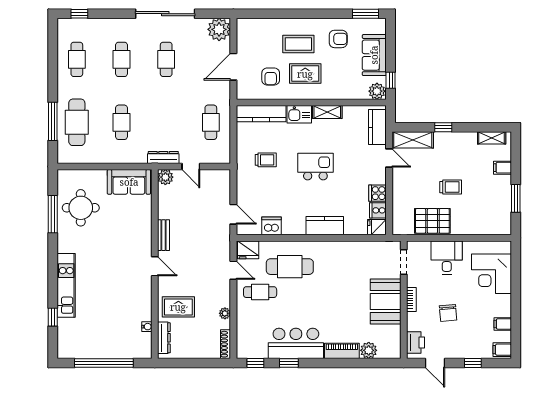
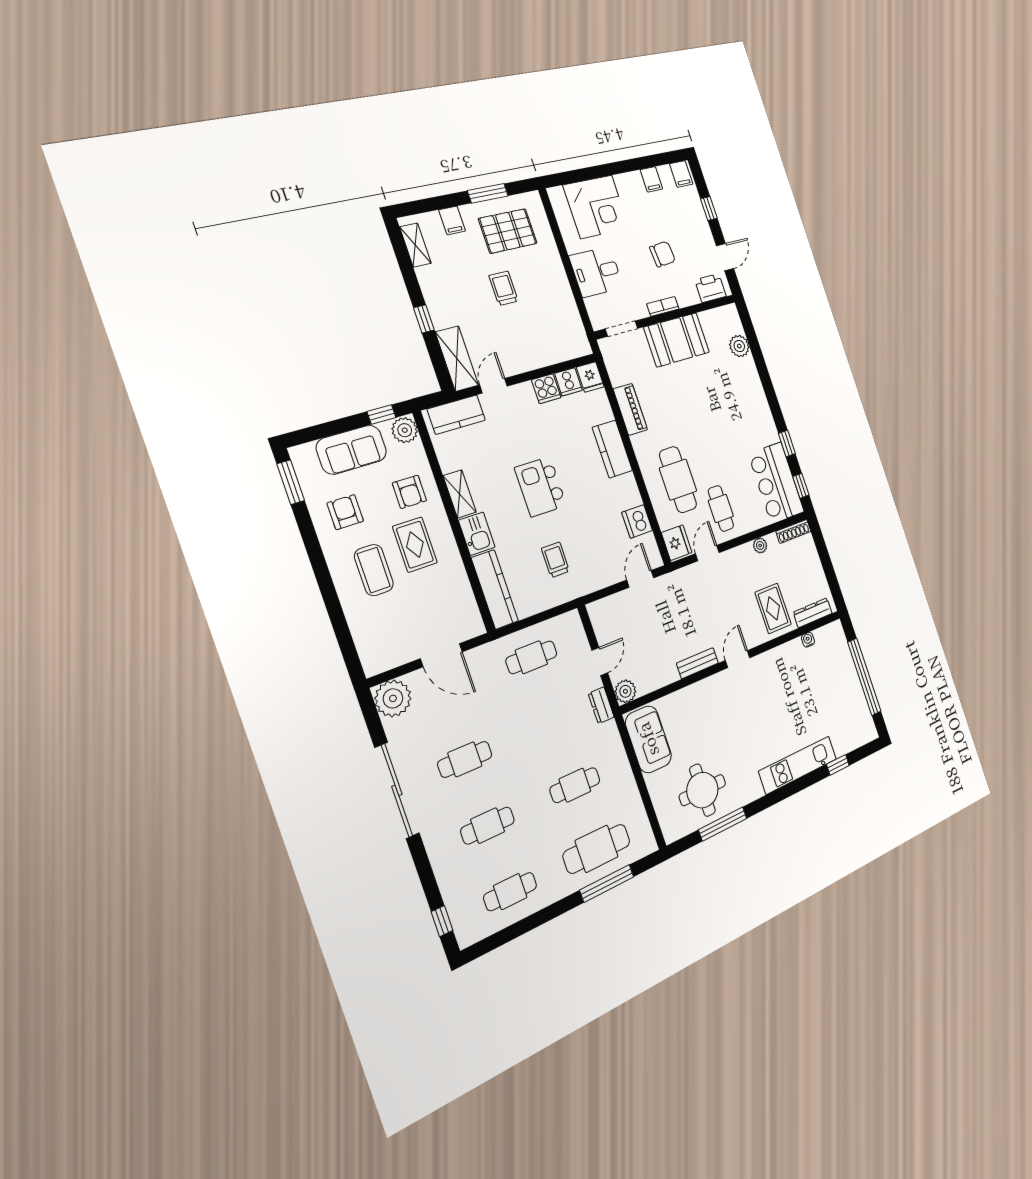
armchair: (271, 76) -> (409, 492), moved, turned 90
dresser: (163, 157) -> (601, 705), width x0.70
pallet: (432, 221) -> (508, 231), moved, turned 90
bar counter: (296, 343) -> (776, 483), moved
piano: (342, 351) -> (630, 409), moved, turned 180

